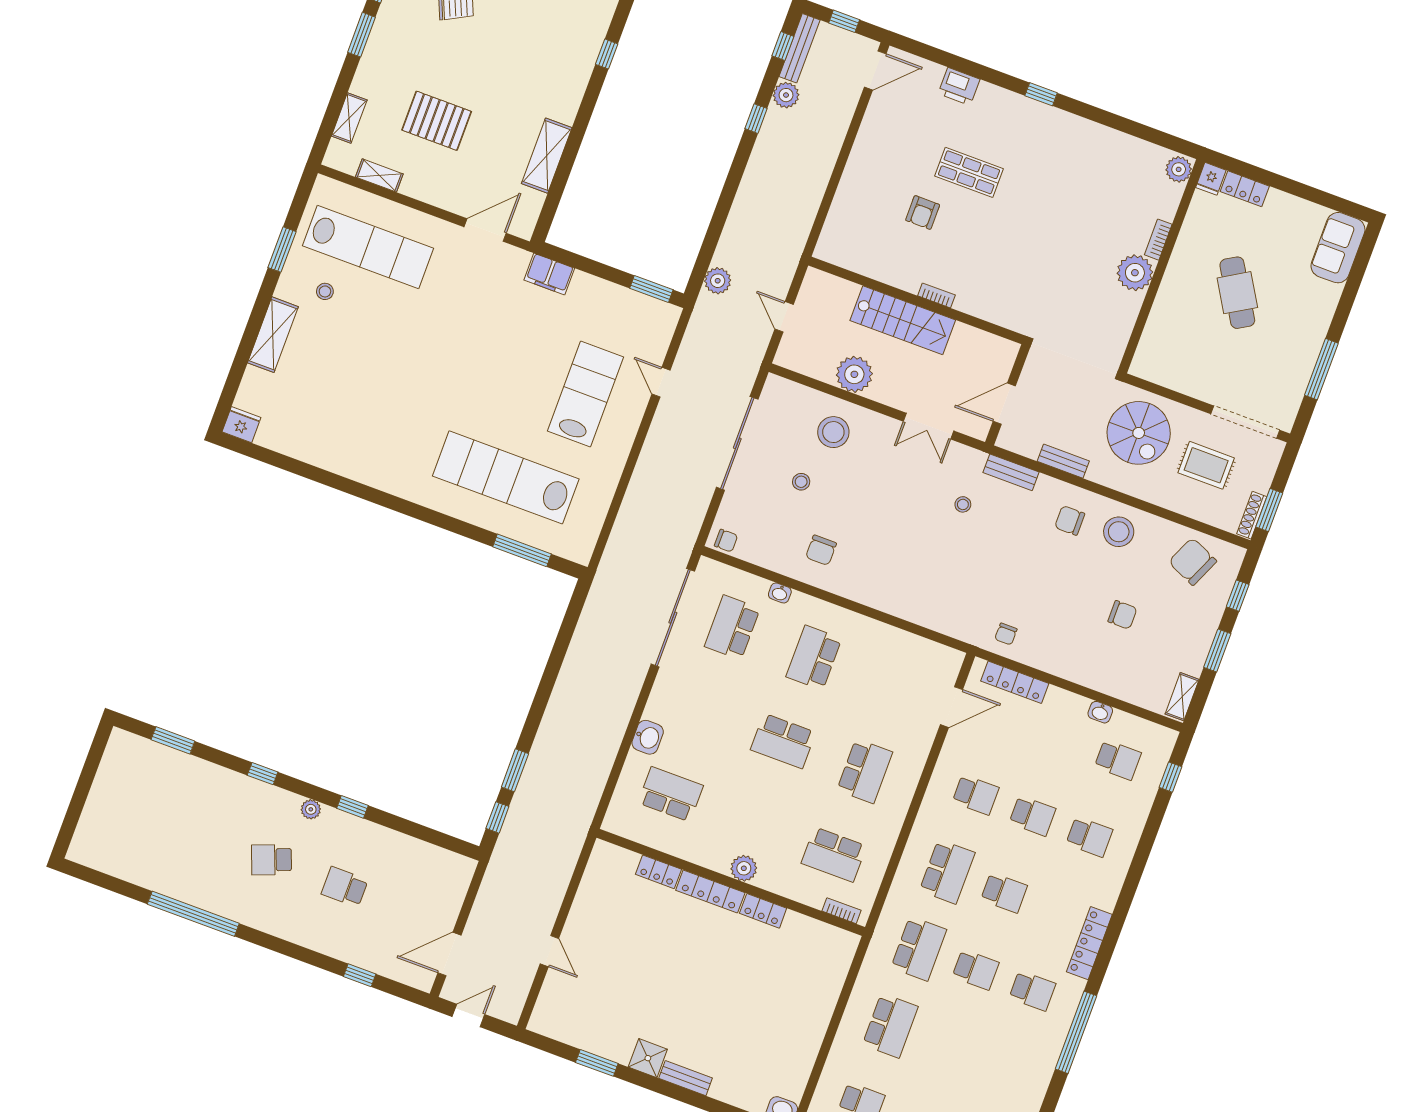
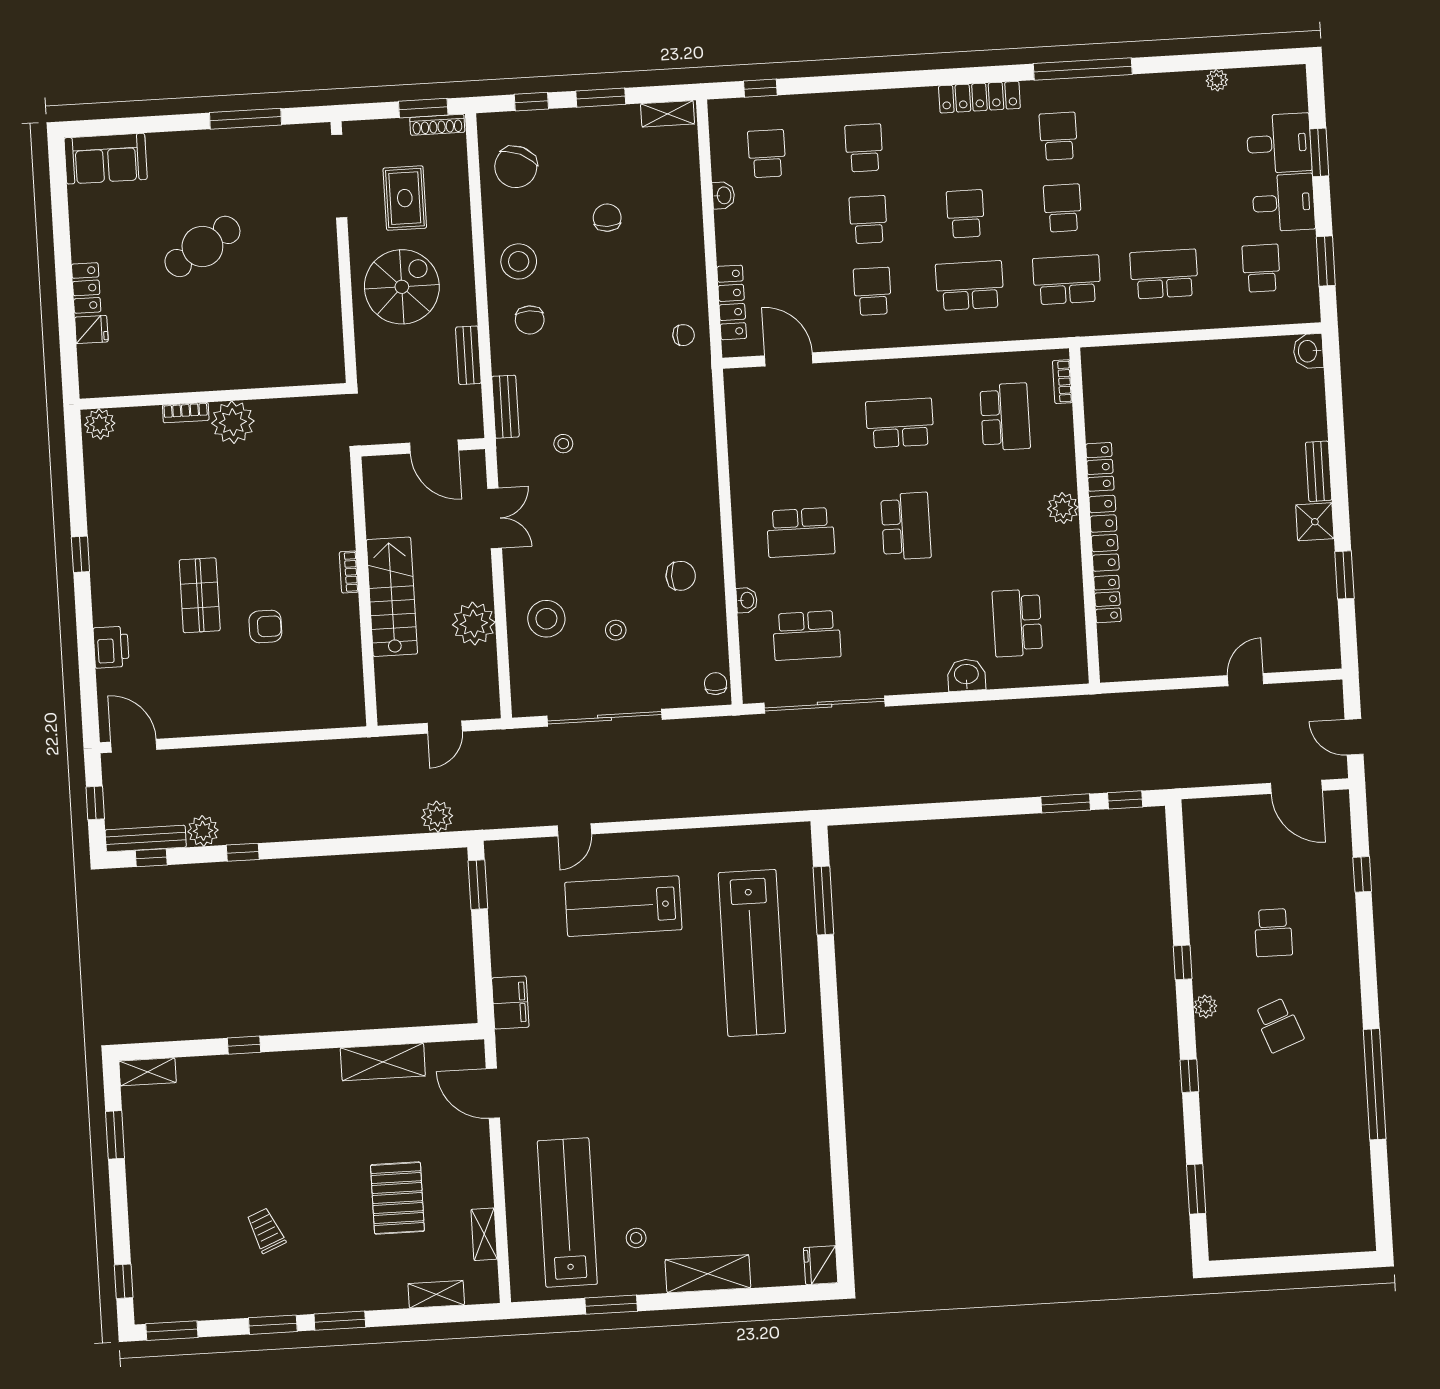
plant: (1179, 169) -> (100, 424), moved
bookcase: (1158, 240) -> (186, 413), moved
wall: (1162, 266) -> (213, 396), moved
plant: (1135, 273) -> (233, 422), moved

